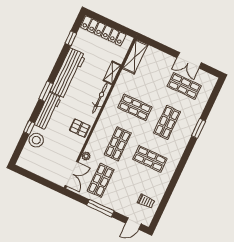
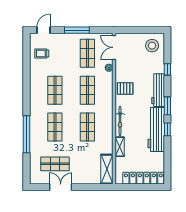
window: (71, 38) -> (167, 129), moved
shop shelf: (135, 107) -> (87, 127), turned 90
window: (199, 129) -> (26, 134), width x2.11
stool: (36, 140) -> (152, 46), moved
shop shelf: (150, 159) -> (55, 90), turned 90

